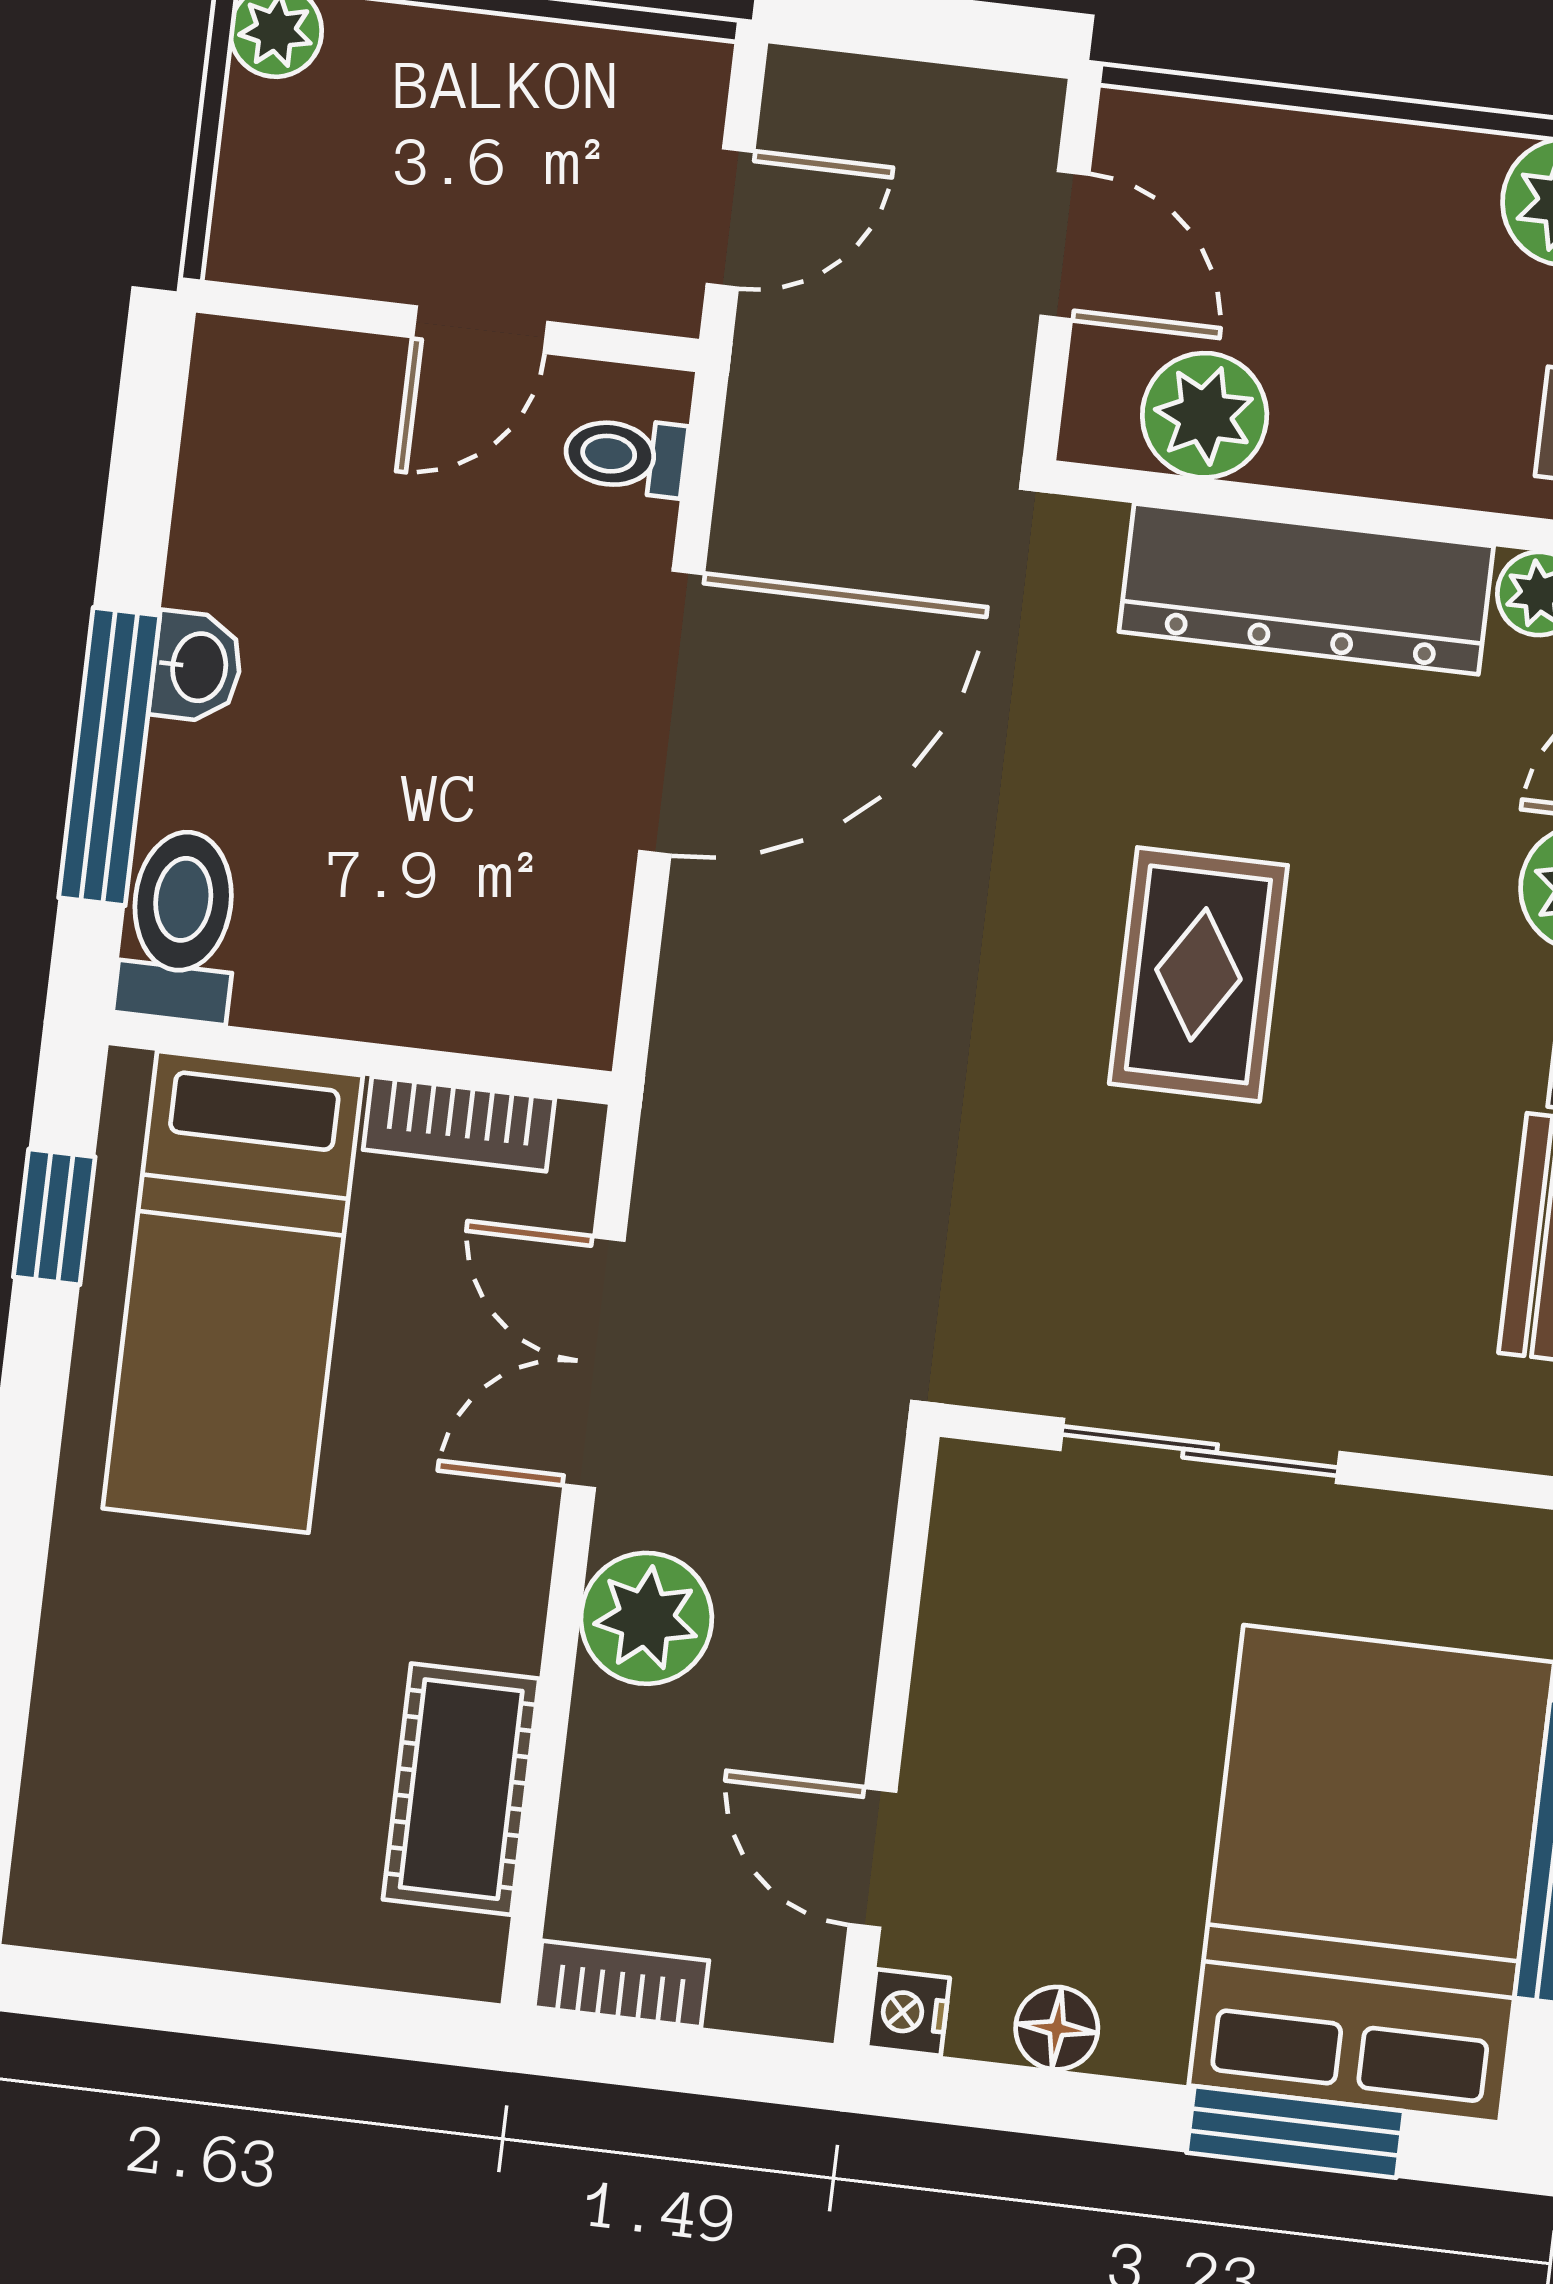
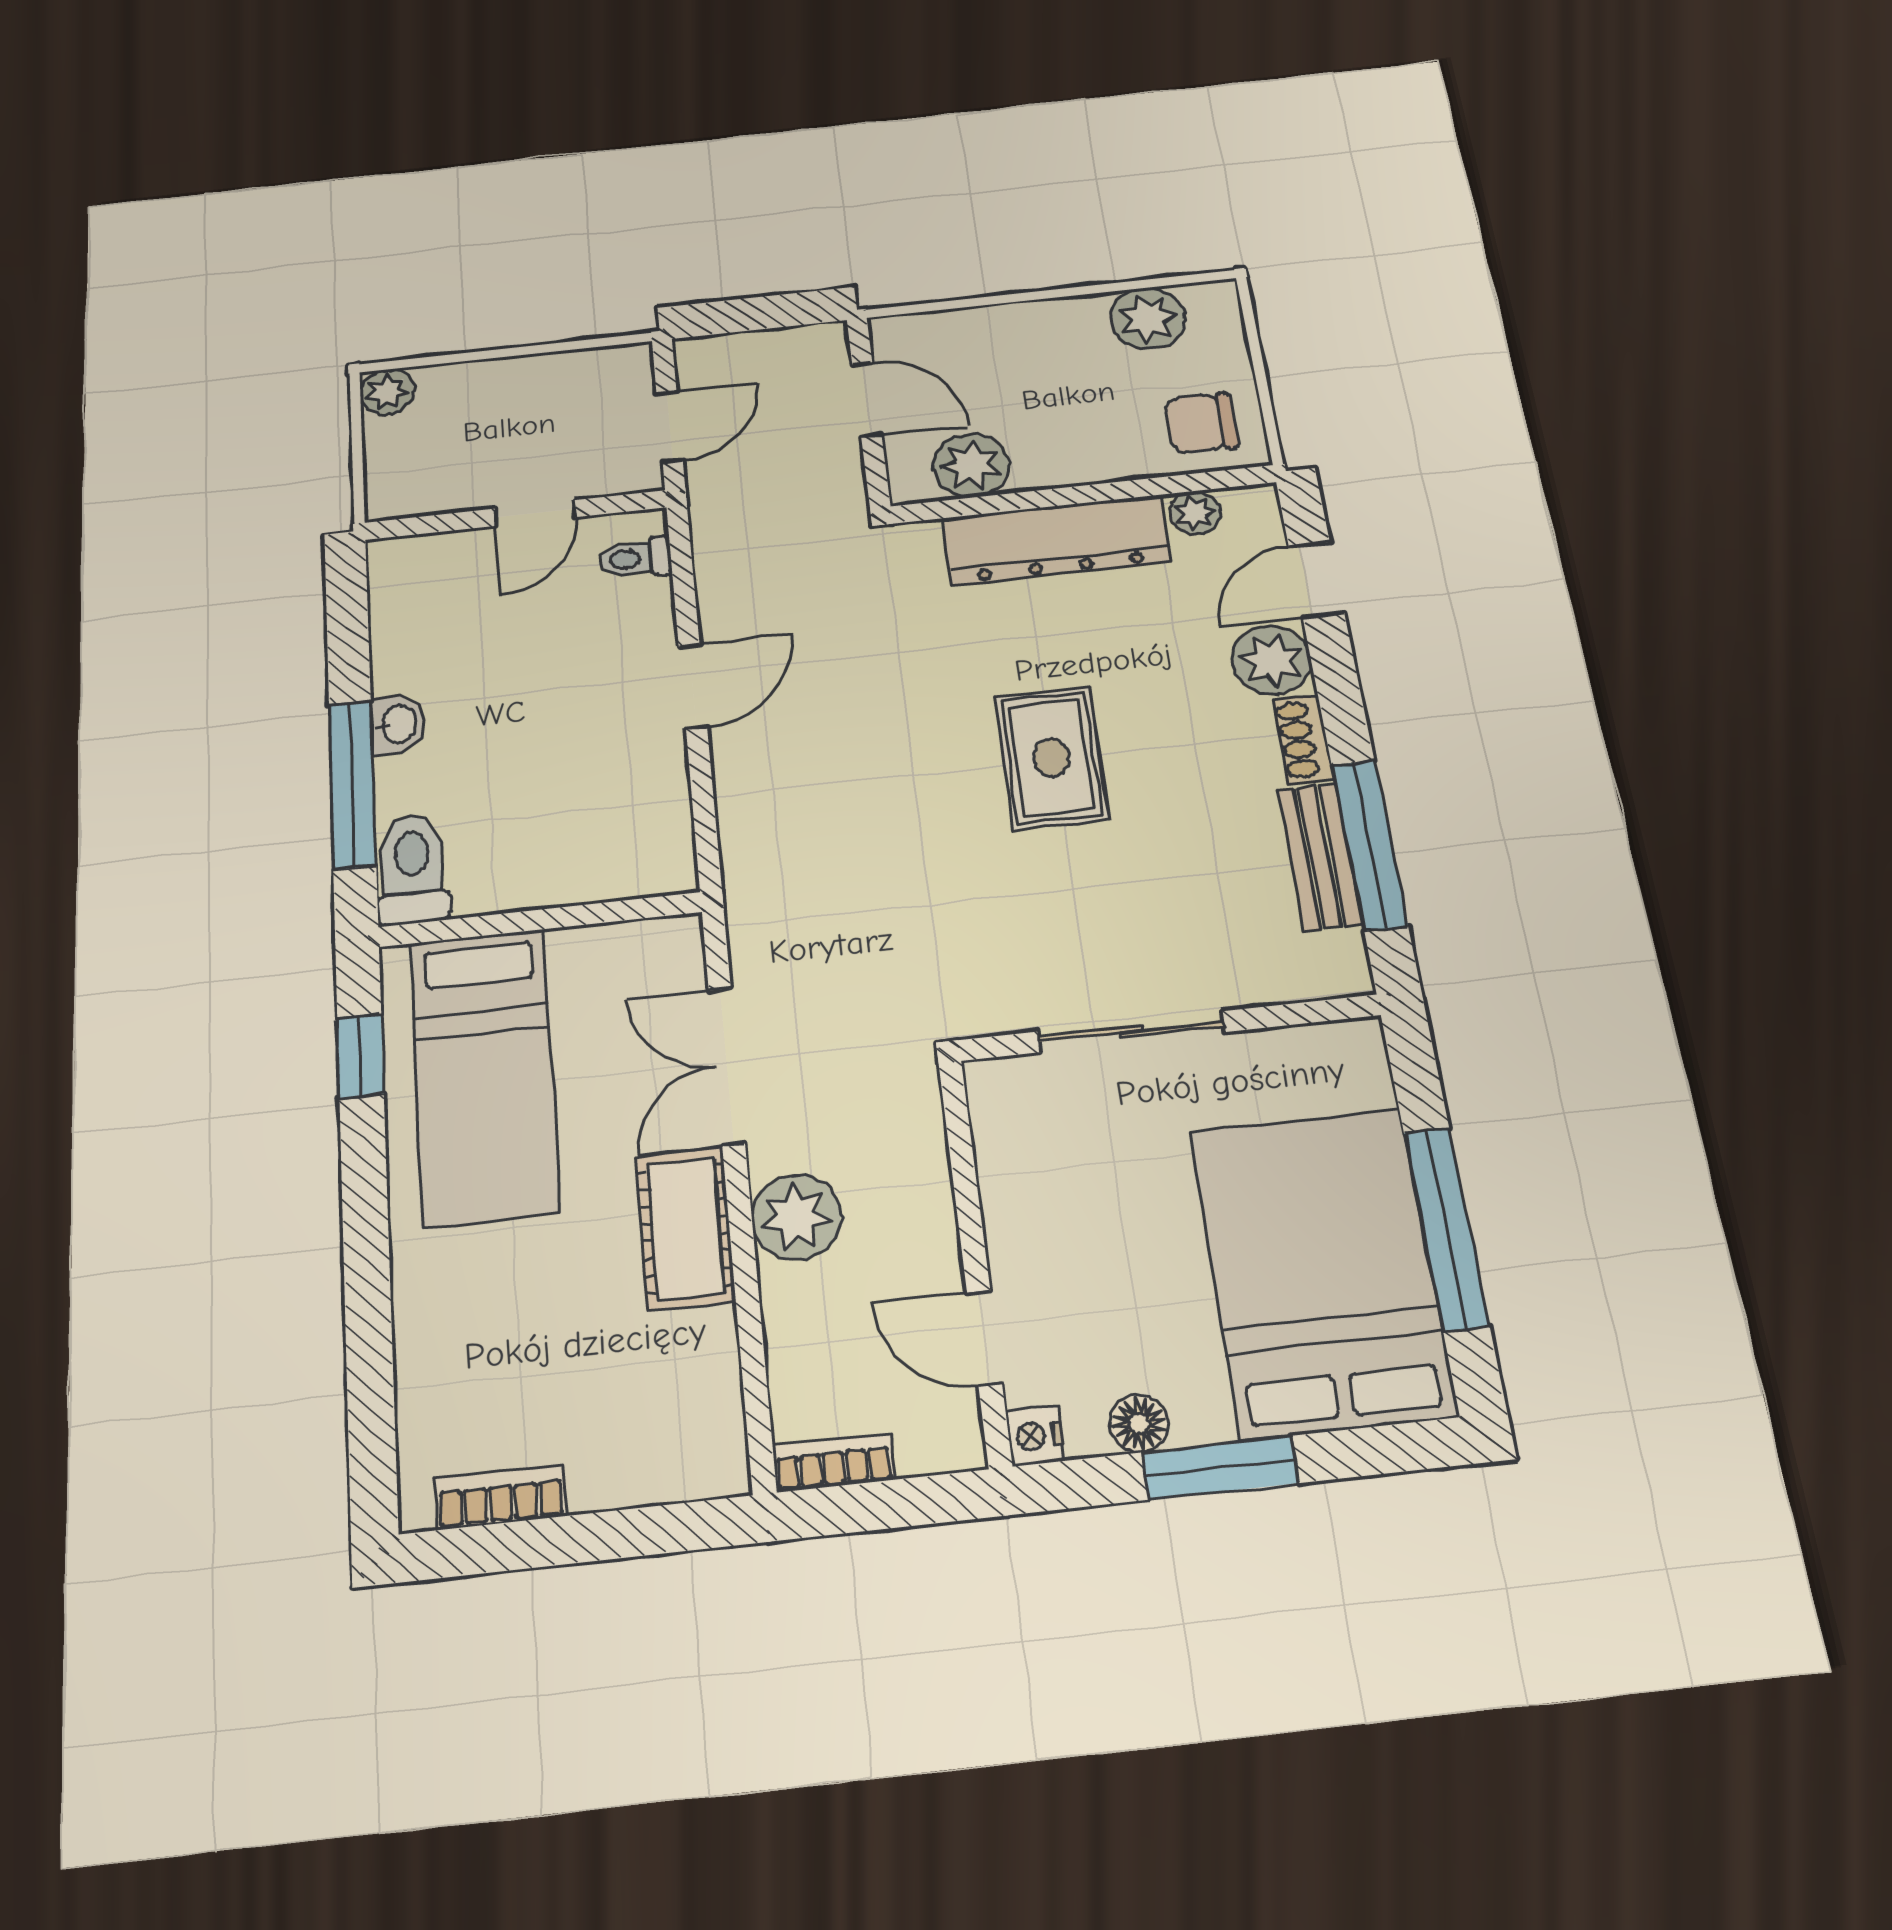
door: (672, 713) -> (693, 686), width x0.53
bookcase: (459, 1124) -> (501, 1497), moved, turned 180
cot: (461, 1789) -> (686, 1229), moved
window: (1295, 2132) -> (1220, 1468), moved

